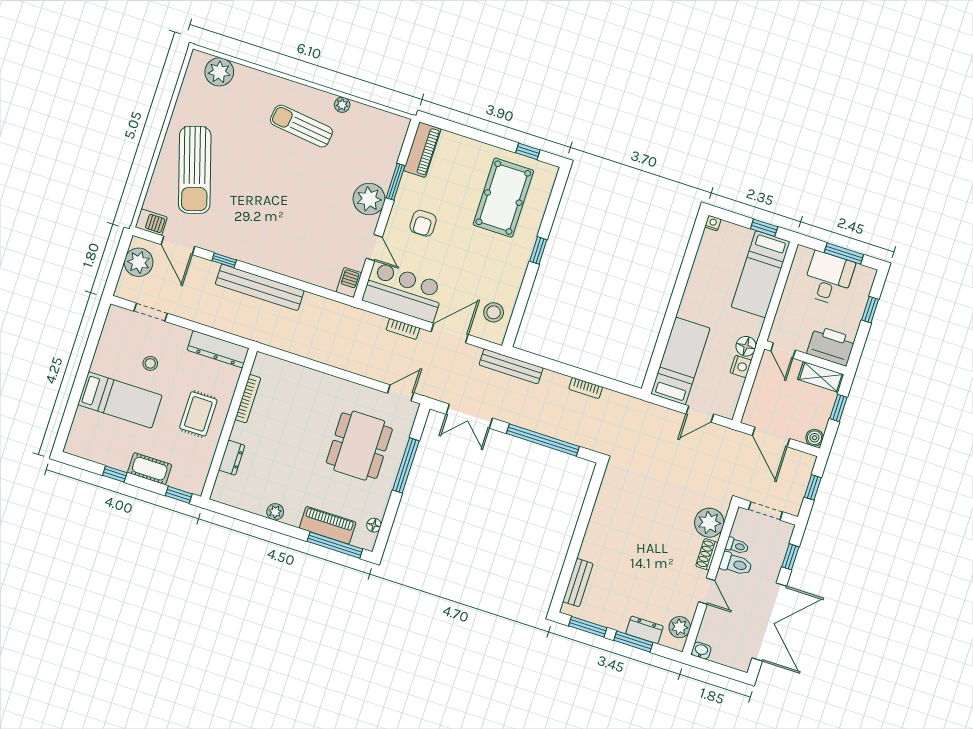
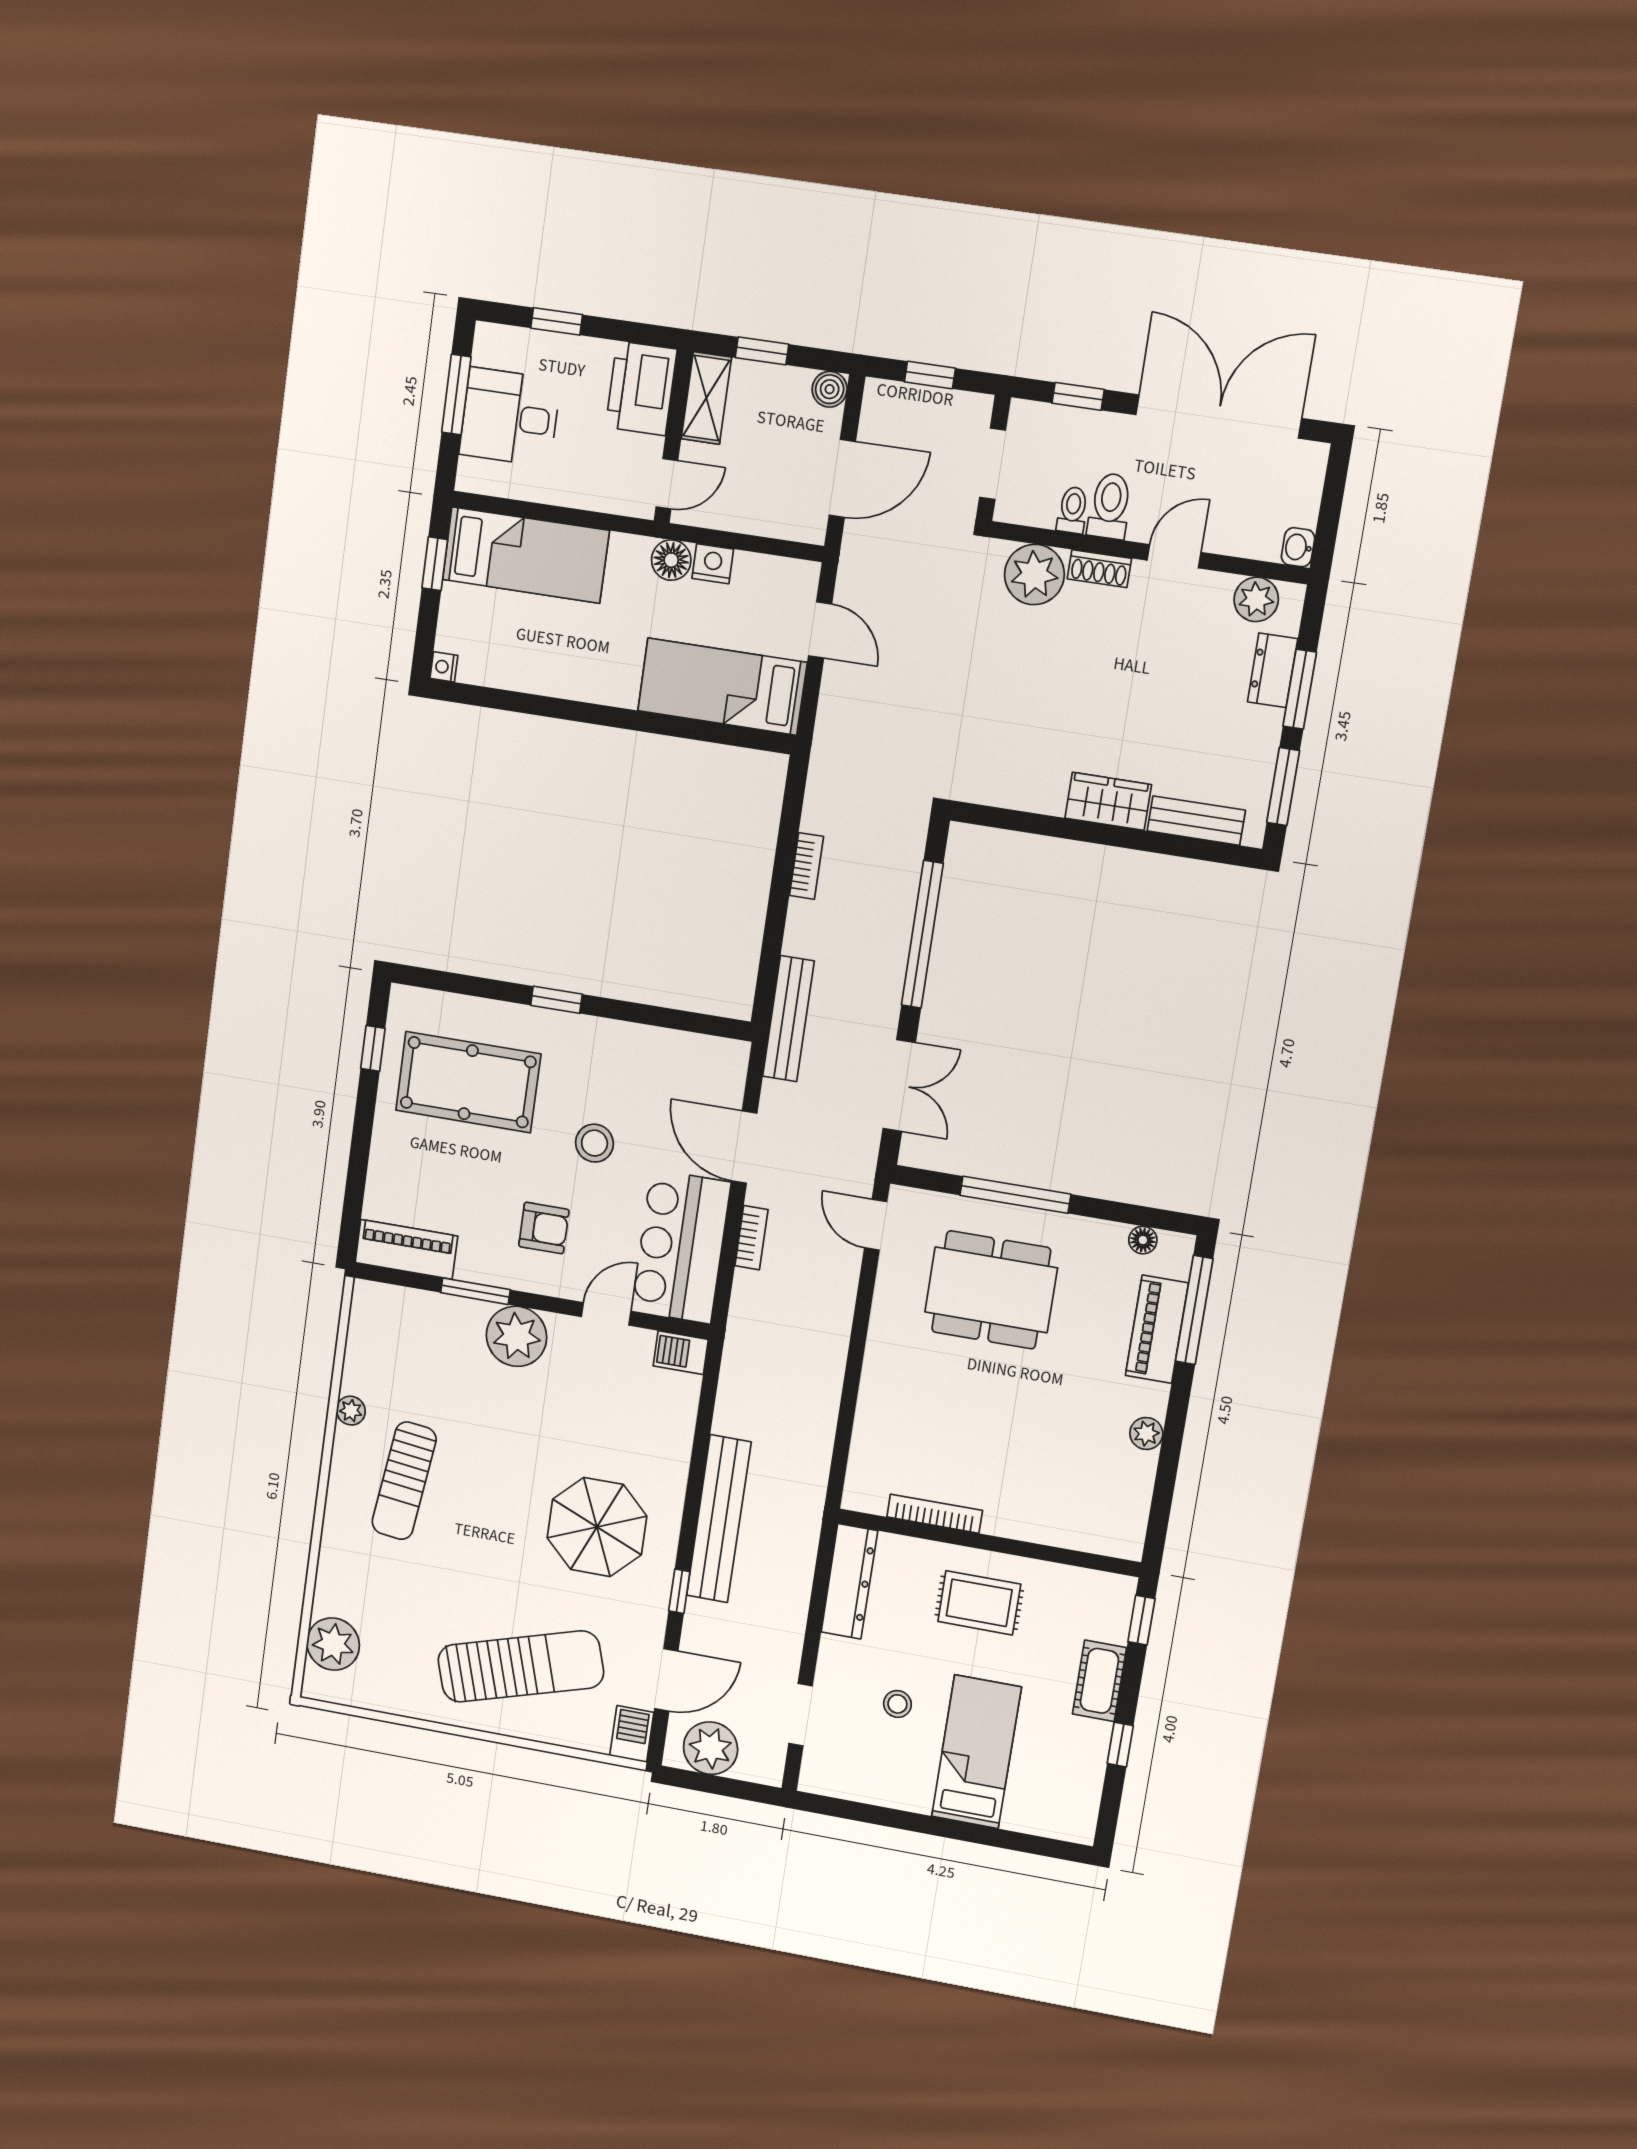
parasol: (264, 223) -> (597, 1527), added
stool: (494, 312) -> (594, 1143), moved
dresser: (232, 458) -> (1054, 1530), removed
wardrobe: (594, 541) -> (1108, 801), added

